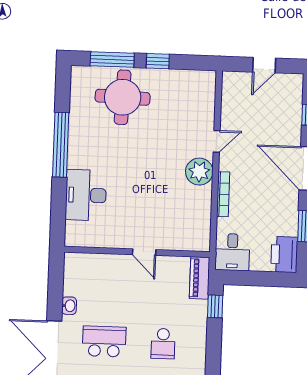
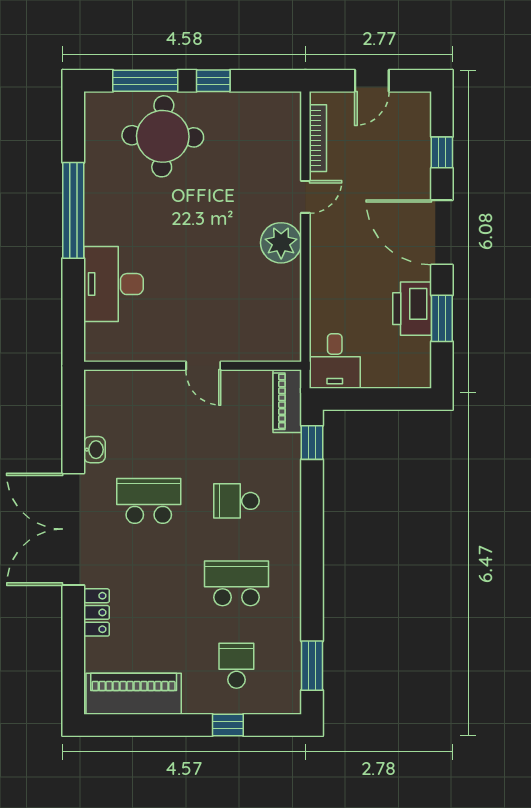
bookcase: (223, 194) -> (318, 138), moved
printer: (284, 254) -> (412, 309), moved
school desk: (163, 344) -> (236, 501), turned 90

